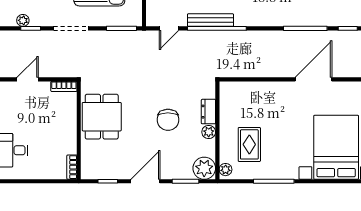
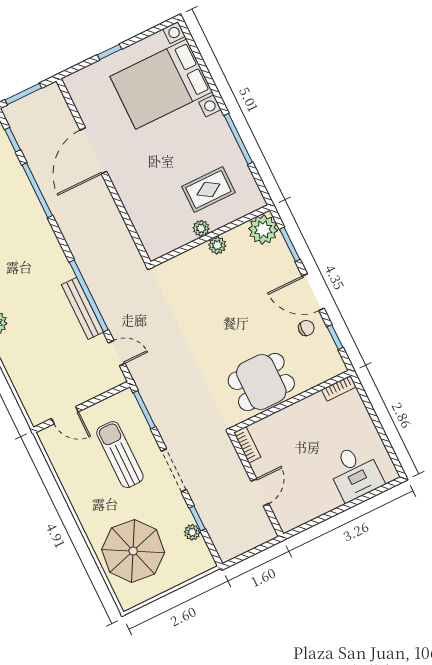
door: (28, 79) -> (260, 492), swing flipped
door: (313, 79) -> (93, 151), hinge flipped
dresser: (208, 112) -> (193, 257), removed
chair: (168, 120) -> (306, 328), moved, width x0.54, depth x0.54
plant: (226, 170) -> (201, 228), moved

